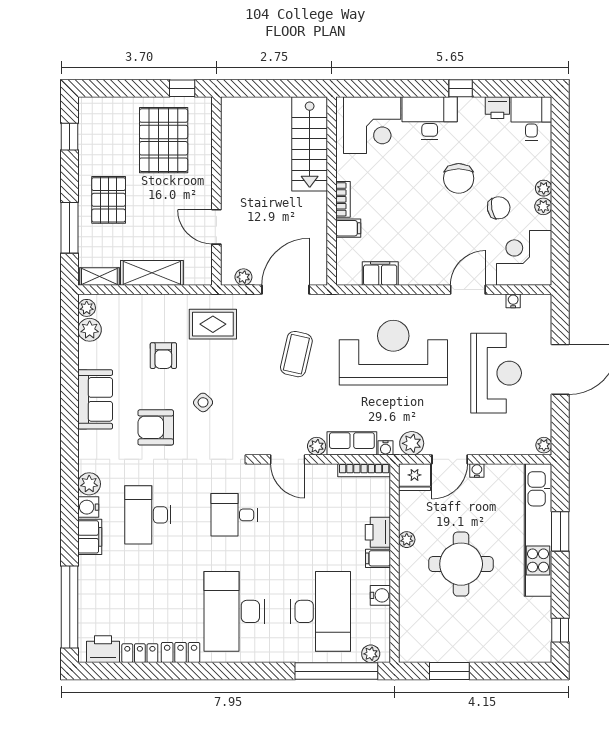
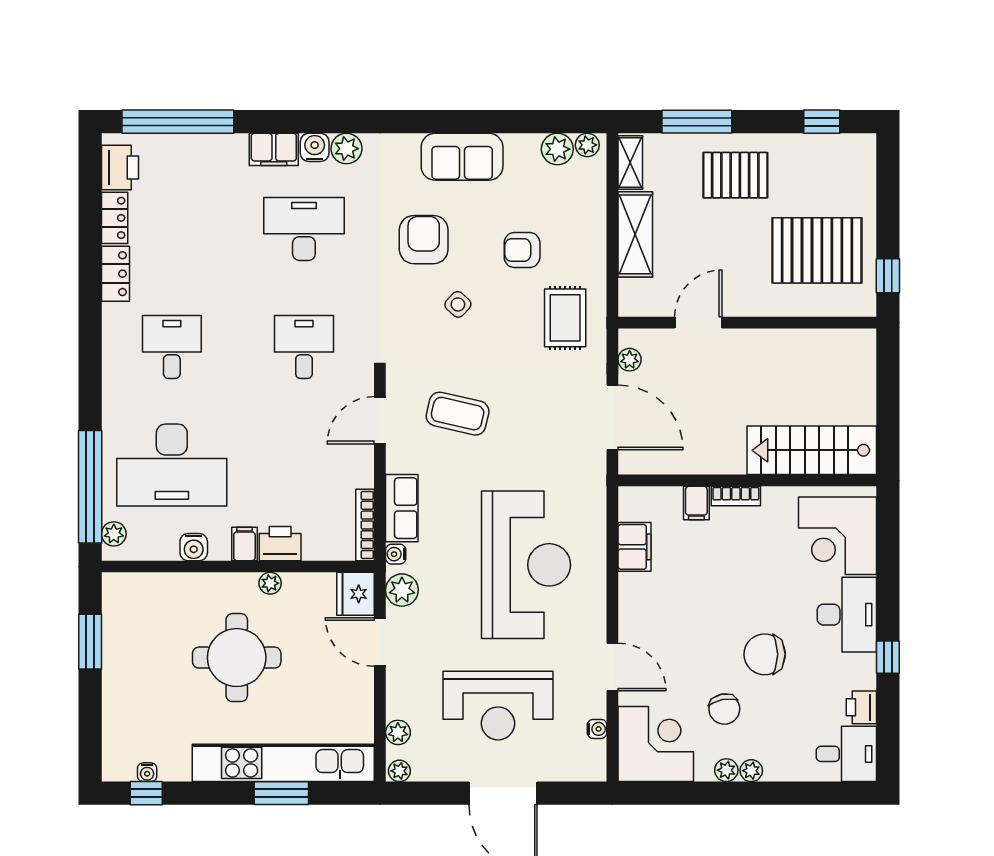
coffee table: (296, 354) -> (458, 414), moved
plant: (317, 446) -> (398, 732), moved
water cooler: (477, 470) -> (147, 772), moved, turned 90
desk: (234, 611) -> (172, 347), width x0.53, depth x0.77

